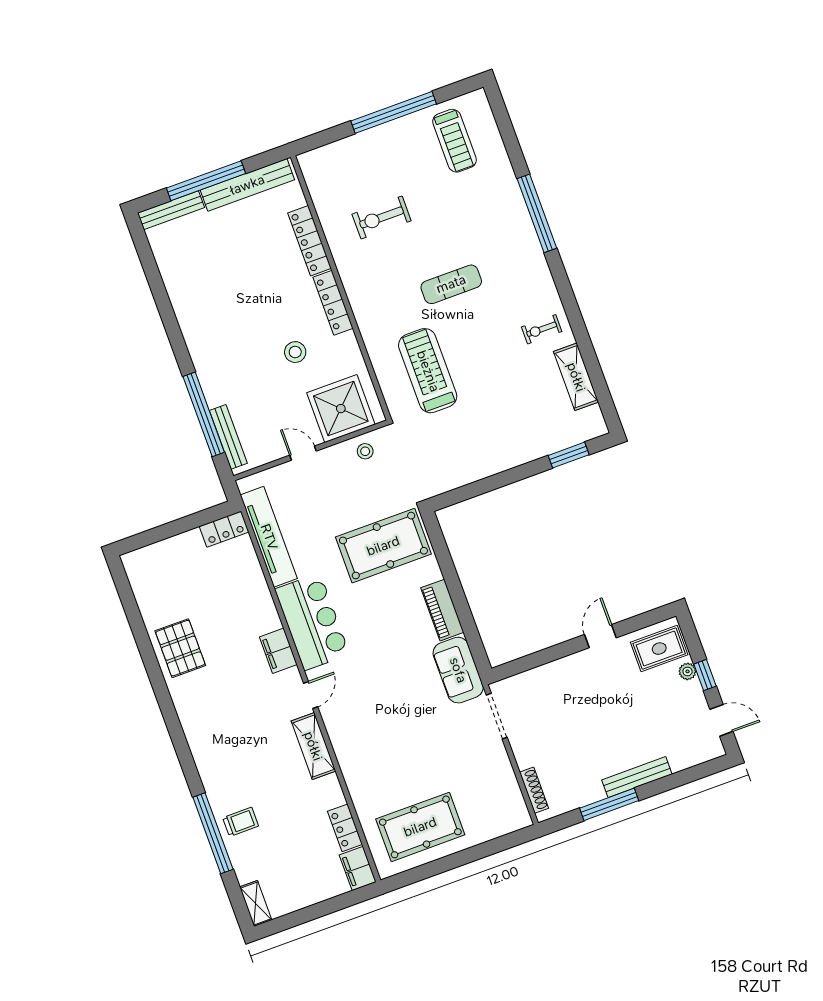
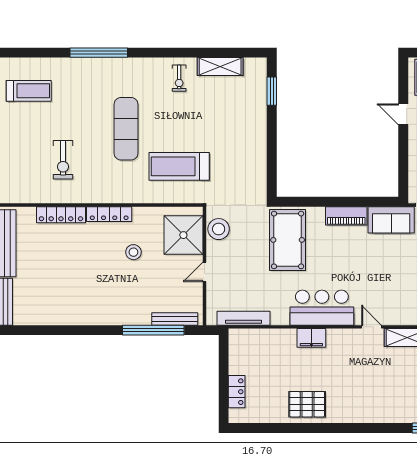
exercise mat: (451, 284) -> (126, 129), width x1.36, depth x1.45
stool: (365, 451) -> (219, 229), width x1.89, depth x1.89
locker: (224, 529) -> (237, 392), moved
tv unit: (269, 537) -> (244, 318), width x0.73, depth x0.78
filing cabinet: (278, 651) -> (311, 338), moved

